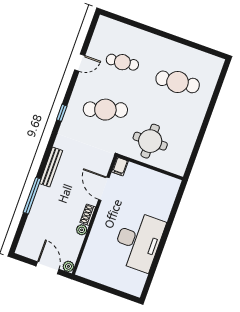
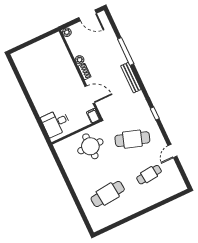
cafe table: (105, 110) -> (132, 139), turned 36
desk: (138, 241) -> (56, 123), moved, width x0.53, depth x0.77
door: (47, 268) -> (88, 15), moved

